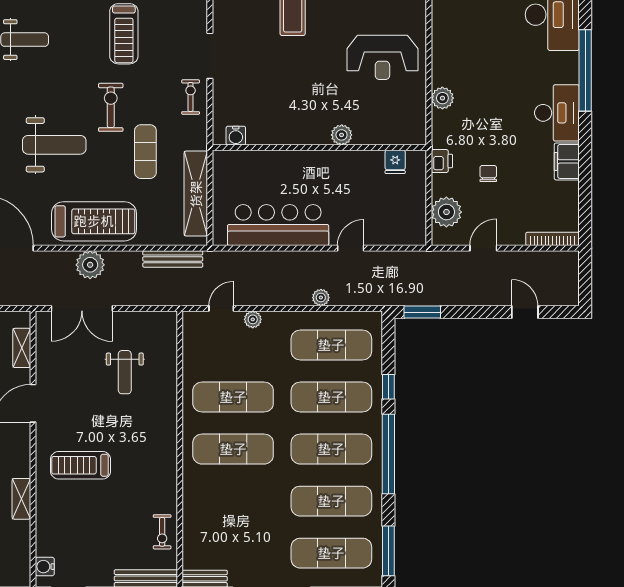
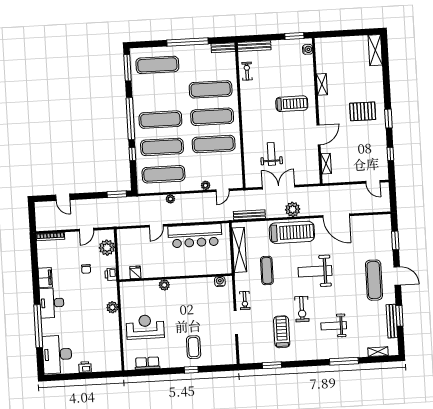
exercise bike: (111, 107) -> (302, 309), moved
treadmill: (94, 221) -> (292, 232), turned 180
double door: (82, 308) -> (279, 187), moved
exercise mat: (331, 501) -> (211, 89), moved

